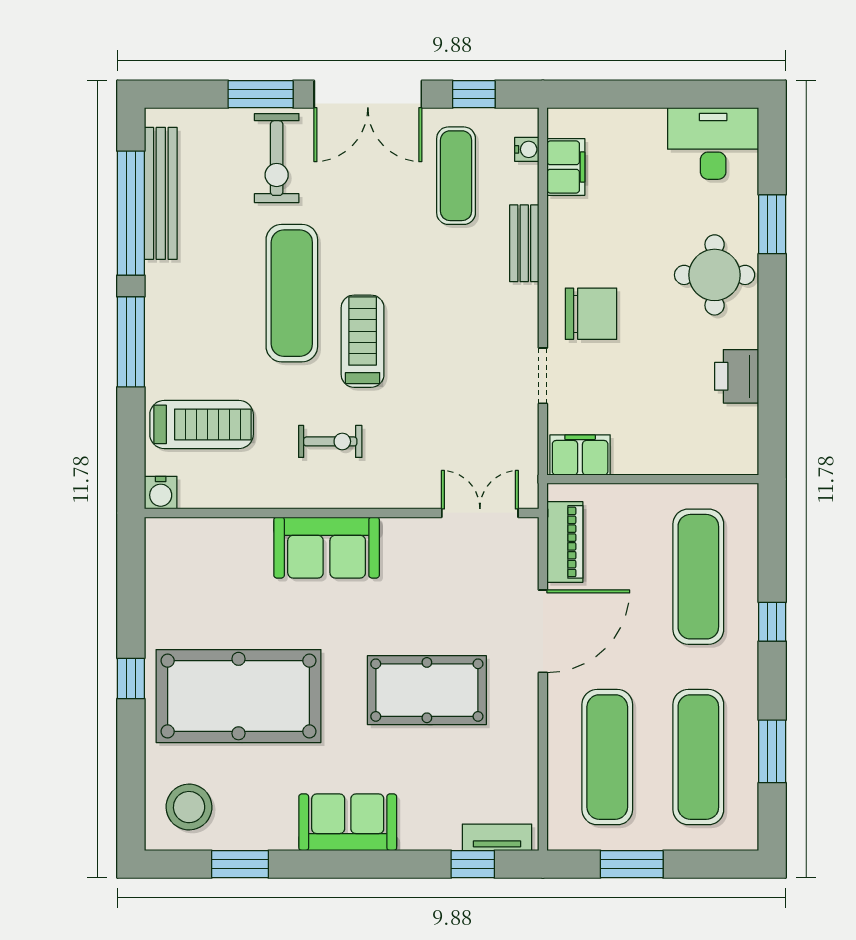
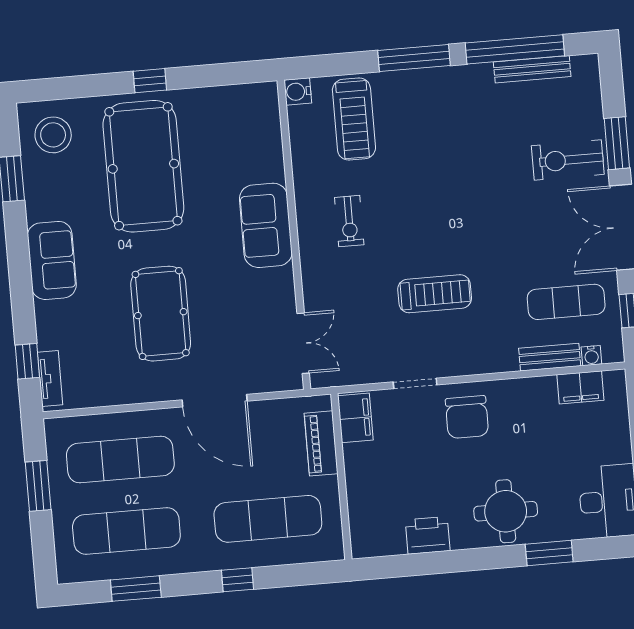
bench: (161, 193) -> (532, 69), width x0.73, depth x0.82
bench: (524, 243) -> (550, 357), moved
exercise mat: (292, 293) -> (463, 181), removed
treadmill: (363, 341) -> (435, 294), moved
piano: (565, 542) -> (321, 443), moved, turned 90

